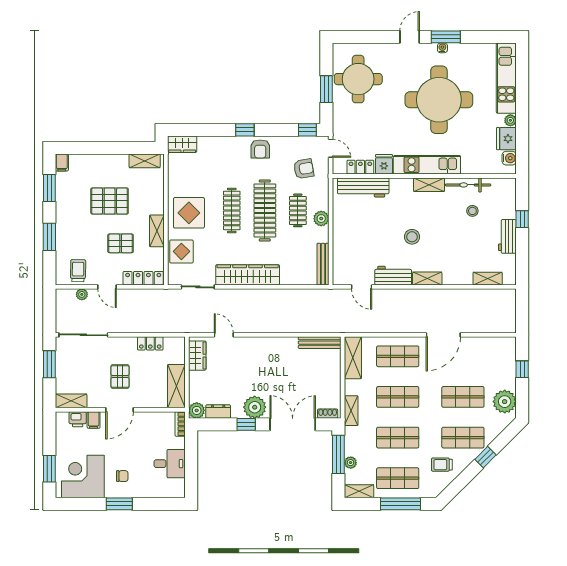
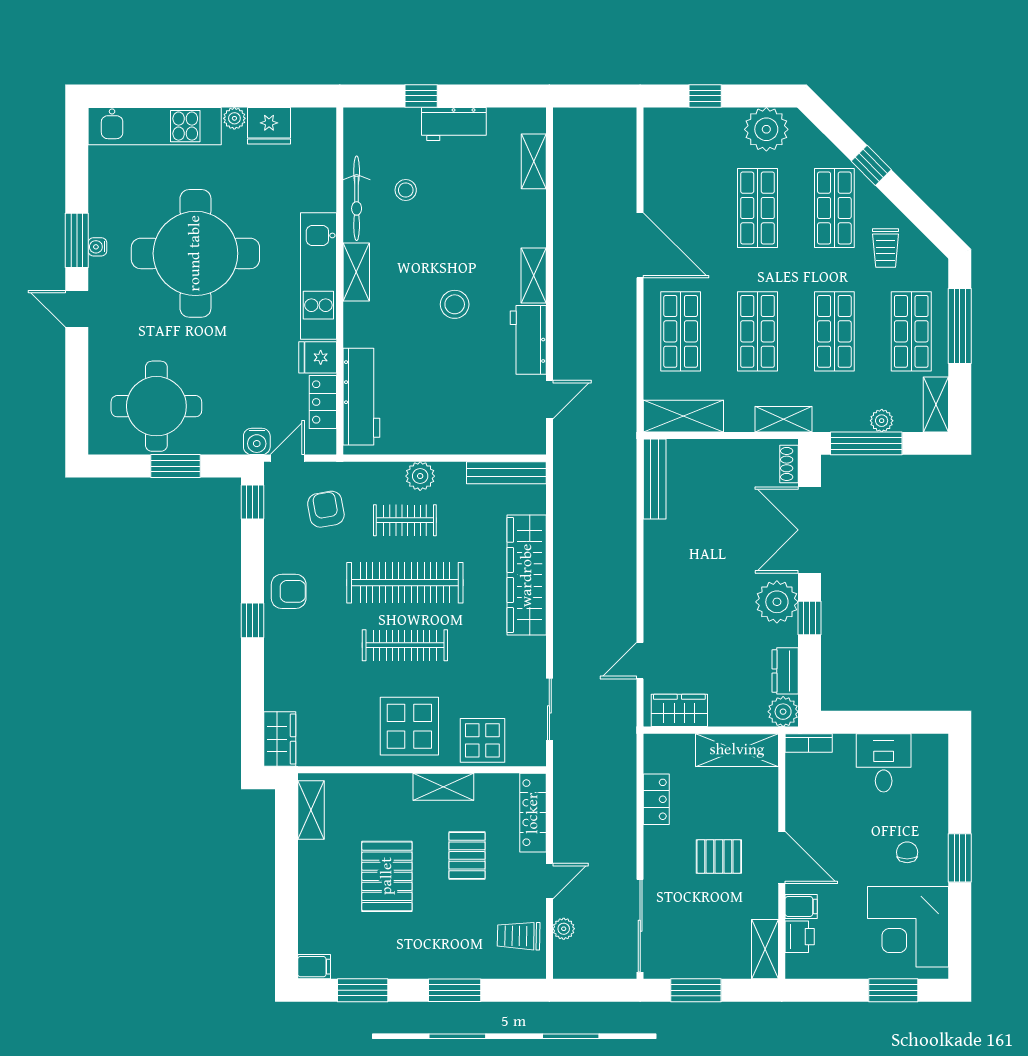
water cooler: (509, 158) -> (257, 441), moved, turned 180
wardrobe: (248, 275) -> (527, 575), moved

